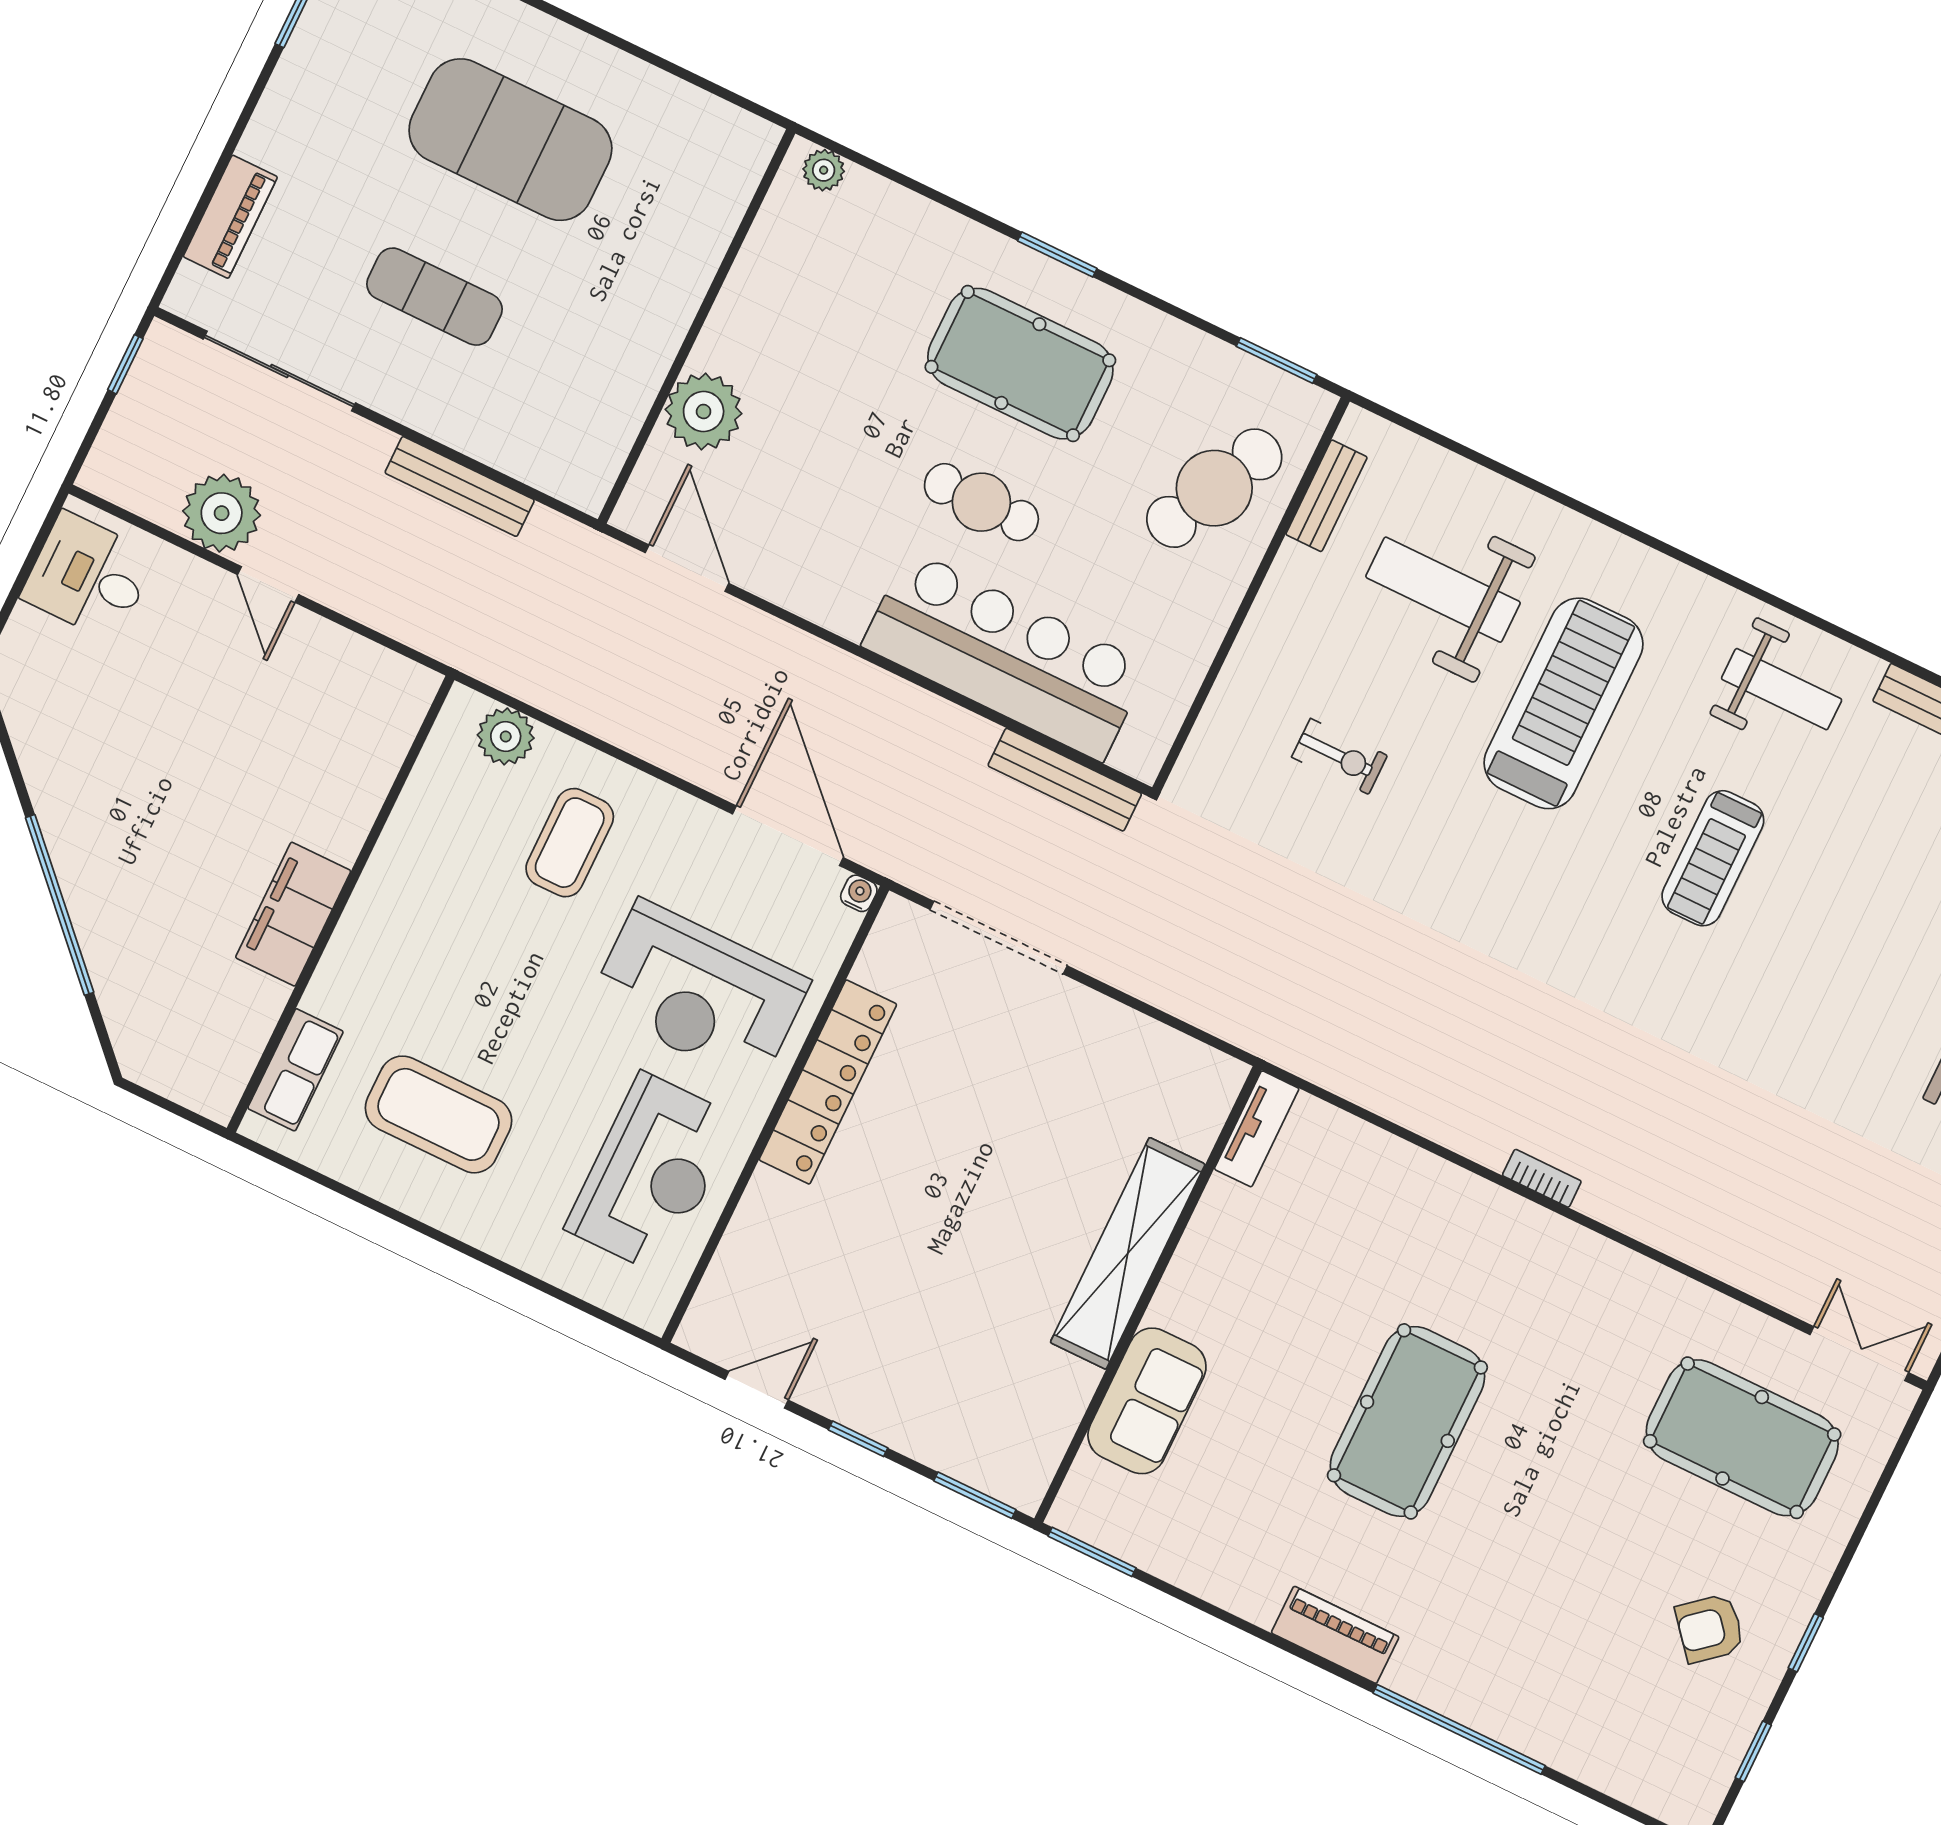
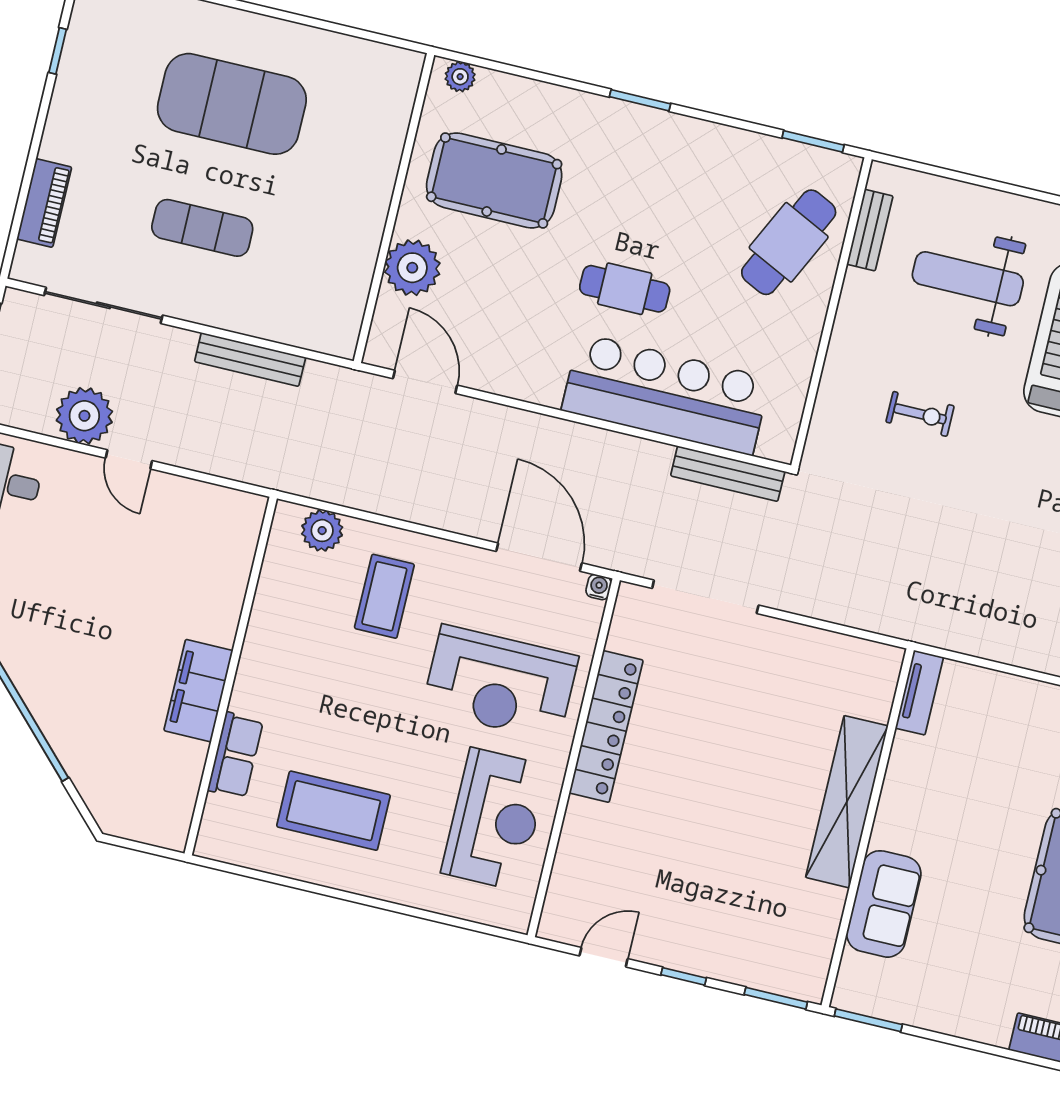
pool table: (1020, 364) -> (494, 180), moved
row of seats: (295, 1070) -> (235, 755), moved

